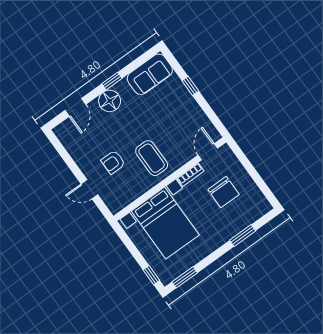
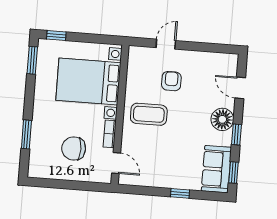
window: (142, 60) -> (233, 172), added

